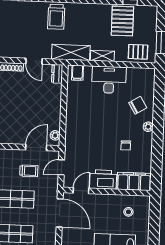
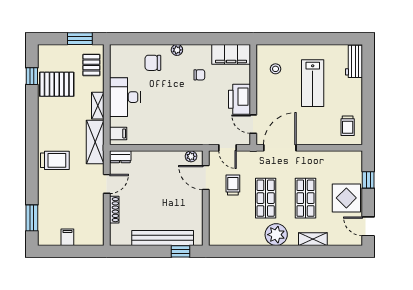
chair: (138, 105) -> (153, 63), turned -59
filing cabinet: (134, 181) -> (231, 54), moved, turned -90

